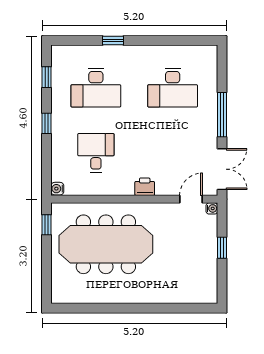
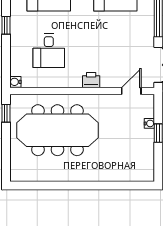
desk: (96, 153) -> (49, 51), turned 180
water cooler: (212, 208) -> (149, 123), moved

